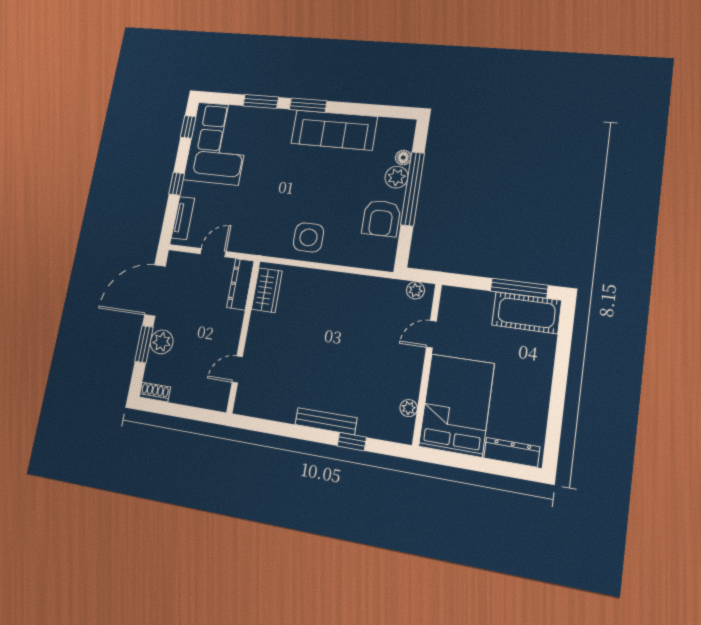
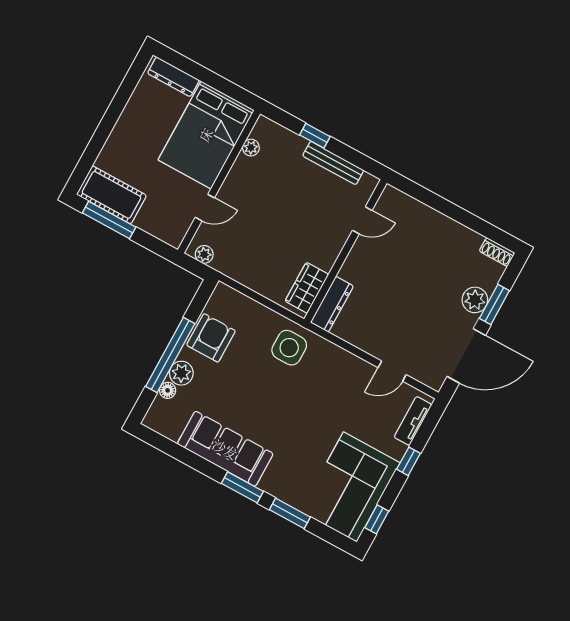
dresser: (240, 284) -> (332, 304), moved
wardrobe: (267, 290) -> (307, 288), moved
wall: (243, 336) -> (346, 251), moved
door: (237, 369) -> (362, 220), moved

